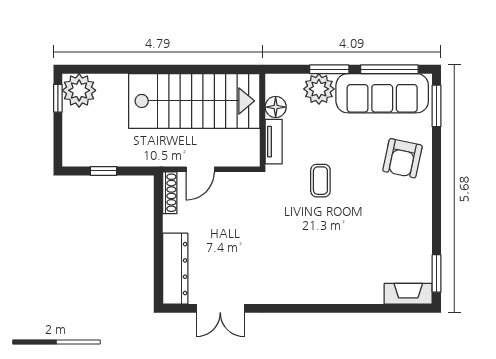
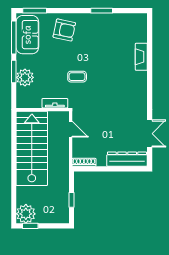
sofa: (382, 93) -> (27, 35), width x0.73
floor lamp: (276, 107) -> (35, 102), removed
door: (200, 169) -> (71, 129), moved
window: (437, 273) -> (102, 11), moved
fireplace: (408, 294) -> (141, 57), moved

